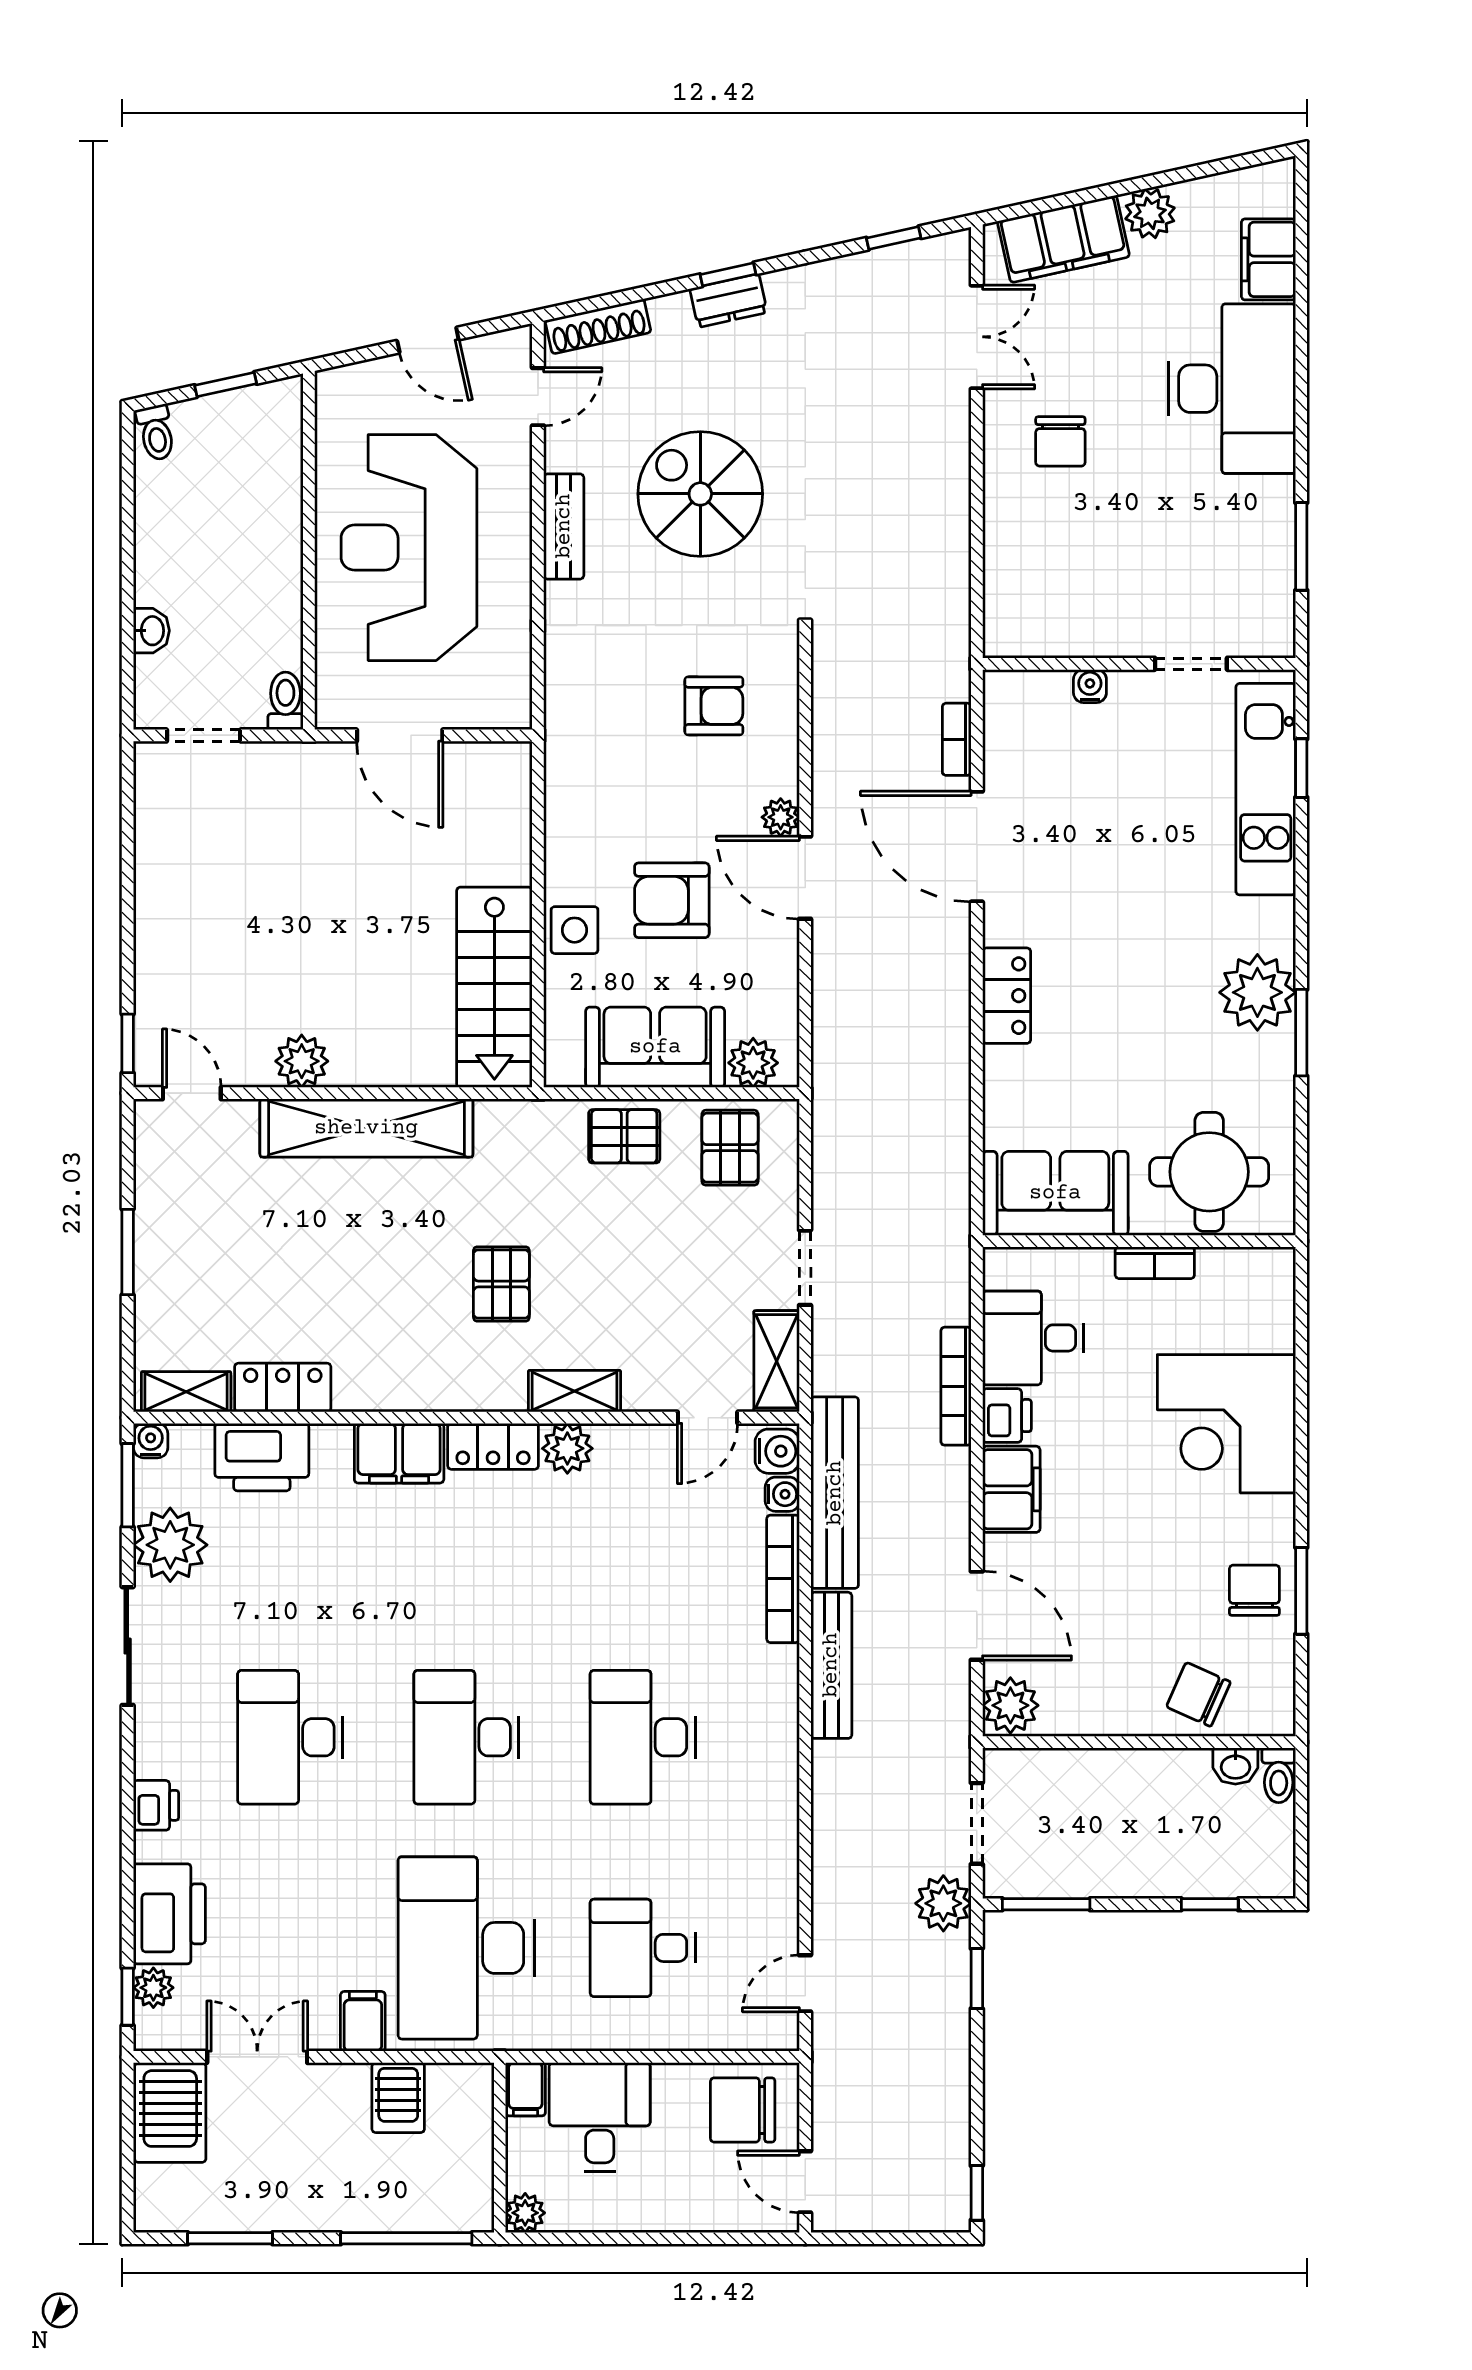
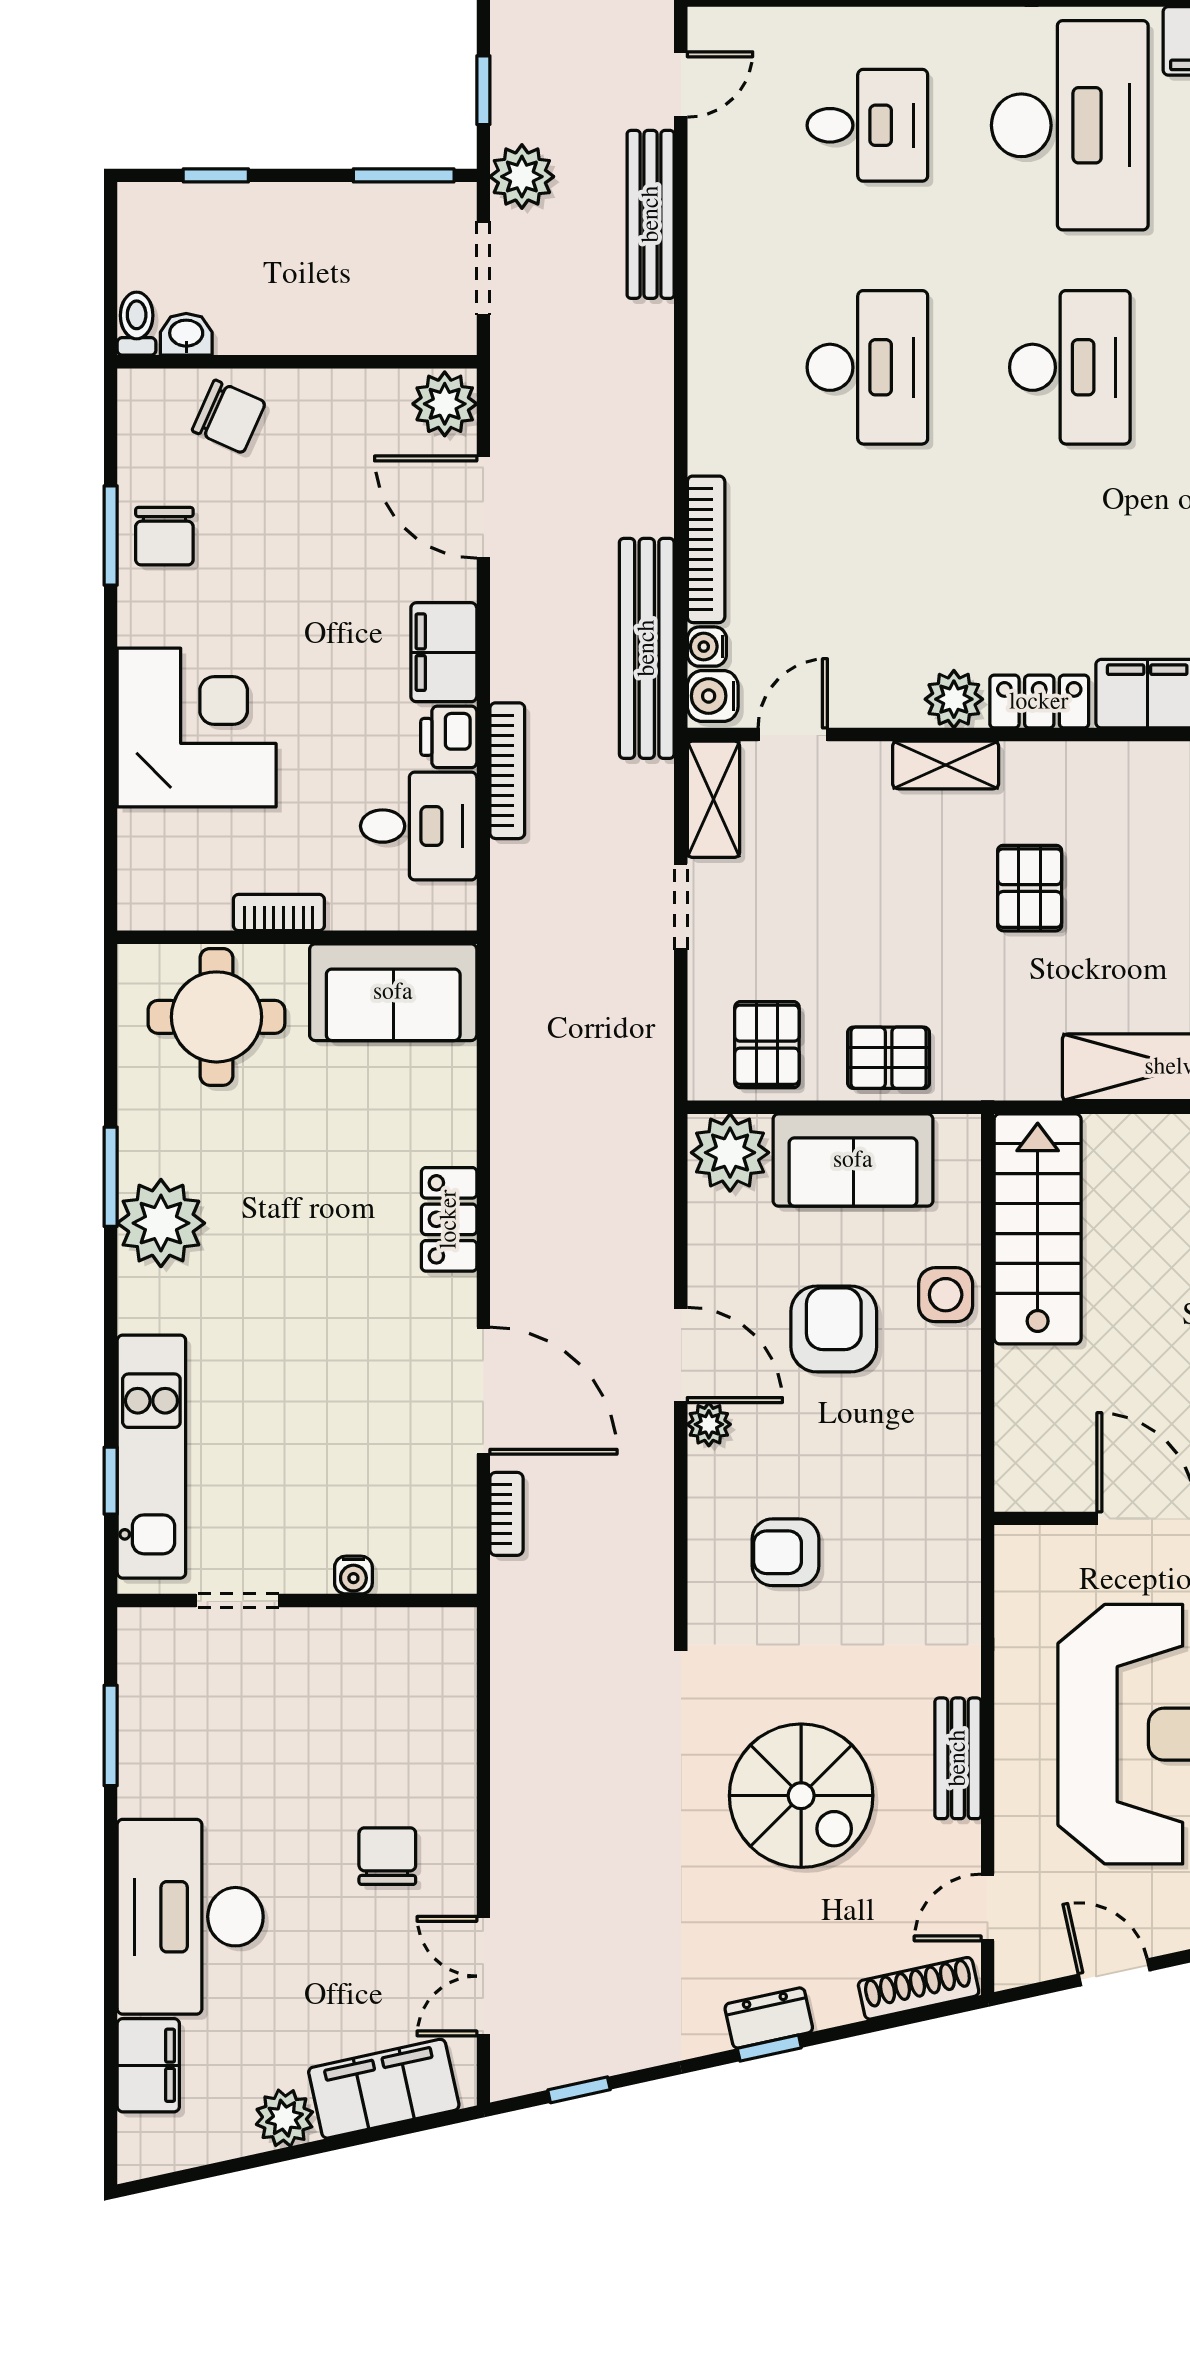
armchair: (672, 900) -> (834, 1329), turned -90
plant: (753, 1063) -> (730, 1153), width x1.36, depth x1.36
bench: (831, 1665) -> (651, 214), moved

